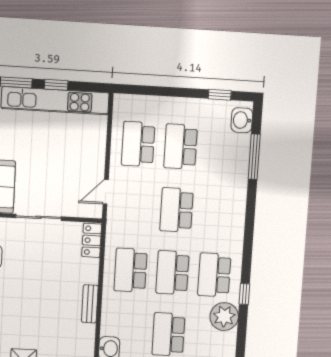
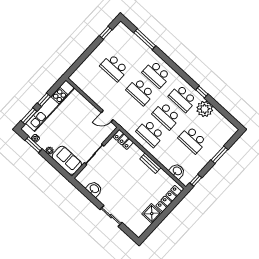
washbasin: (242, 120) -> (125, 32), removed
school desk: (138, 144) -> (156, 74), moved
door: (106, 192) -> (107, 116), hinge flipped

